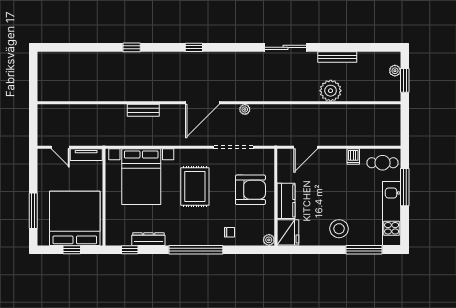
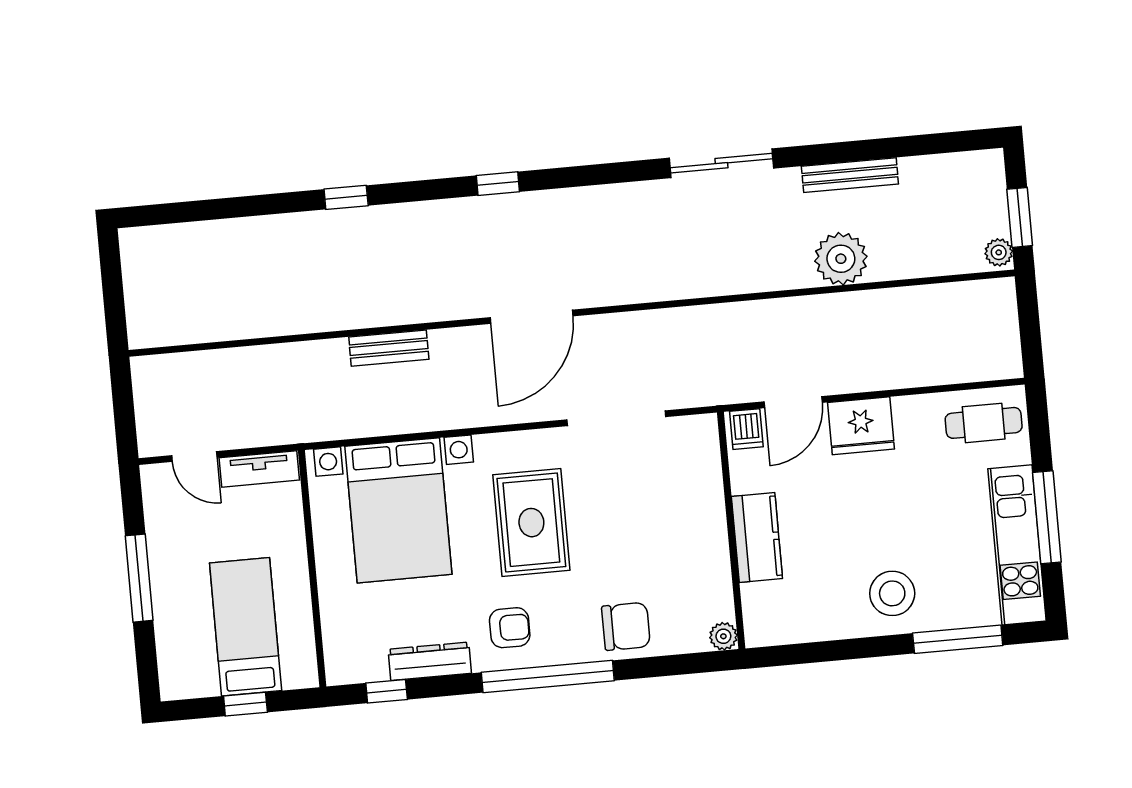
plant: (395, 71) -> (999, 252), moved
plant: (245, 109) -> (636, 324), removed
dishwasher: (353, 156) -> (746, 429), moved
window: (405, 187) -> (1047, 517), moved
armchair: (250, 190) -> (510, 628), moved, width x0.53, depth x0.53
window: (33, 211) -> (139, 578), moved
bed: (75, 218) -> (246, 627), width x0.49
chair: (229, 232) -> (626, 626), width x1.87, depth x1.87
fridge: (288, 232) -> (861, 426), moved, turned 90

